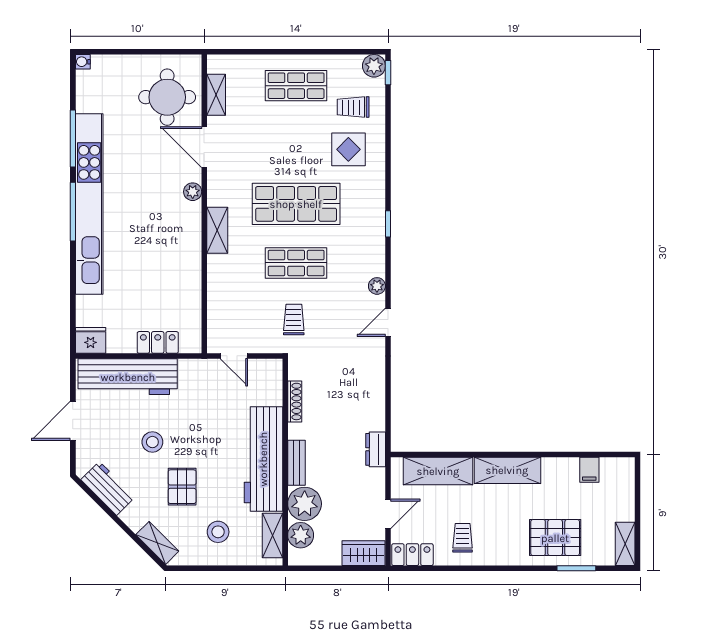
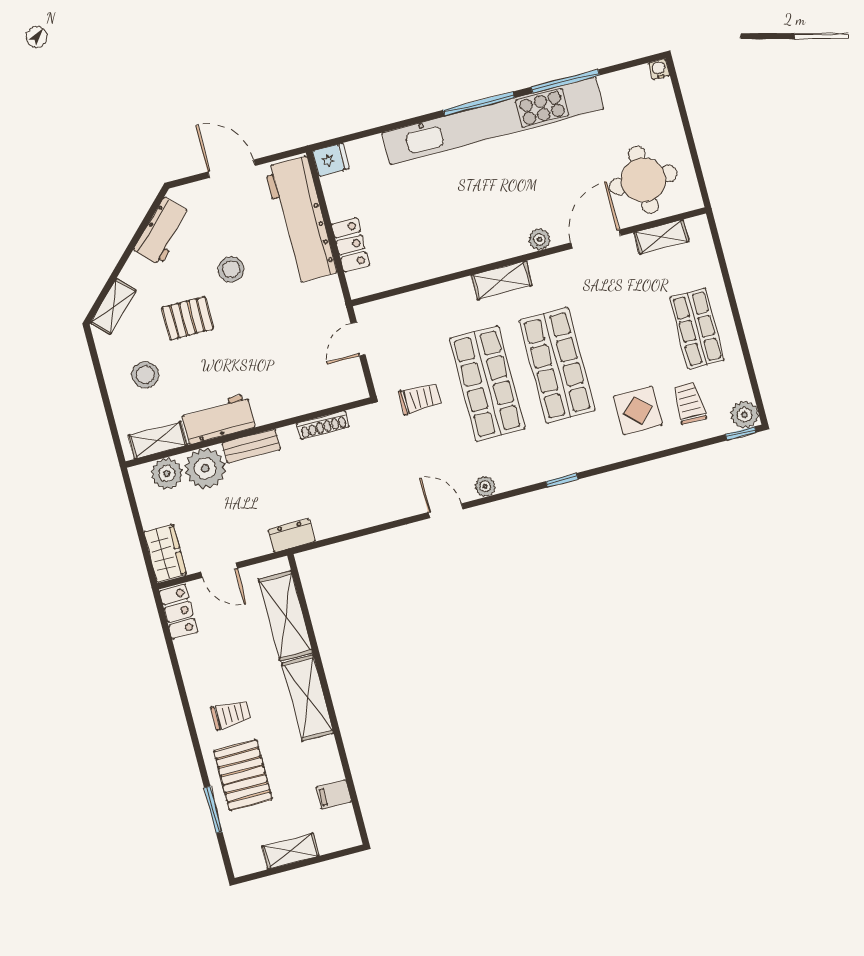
shop shelf: (296, 263) -> (487, 384), width x1.43, depth x1.36
fridge: (91, 340) -> (331, 160), width x0.72
workbench: (263, 459) -> (218, 419), width x0.53, depth x0.76
trolley: (463, 538) -> (231, 714), moved
shelving: (625, 544) -> (290, 851), moved

